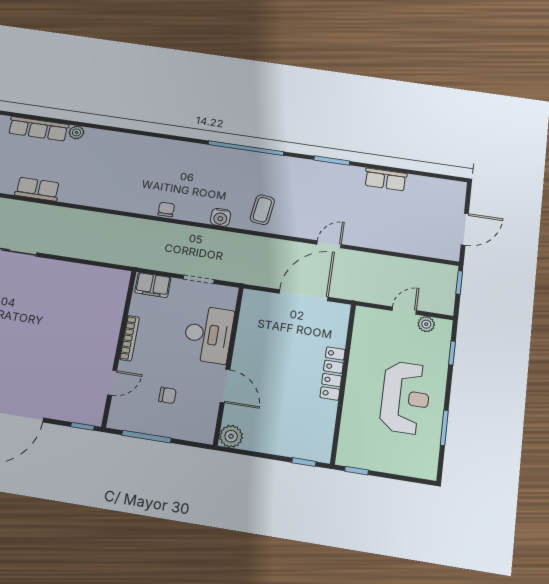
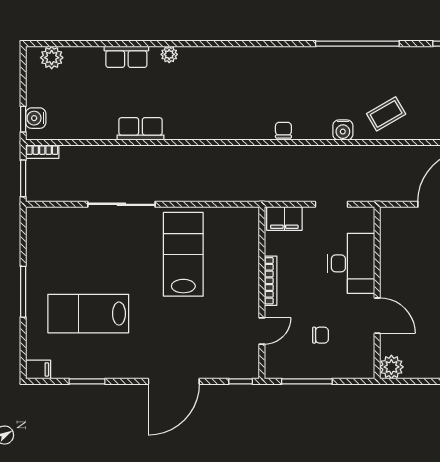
row of seats: (38, 129) -> (126, 57), width x0.68
coffee table: (262, 210) -> (386, 114), turned 53
lab bench: (53, 302) -> (183, 254), added

